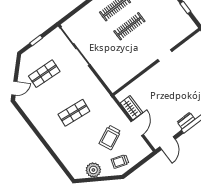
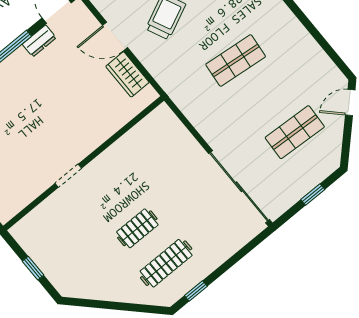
clothes rail: (129, 26) -> (137, 228), width x0.73
dresser: (186, 121) -> (39, 41), moved
door: (137, 128) -> (115, 36), hinge flipped

